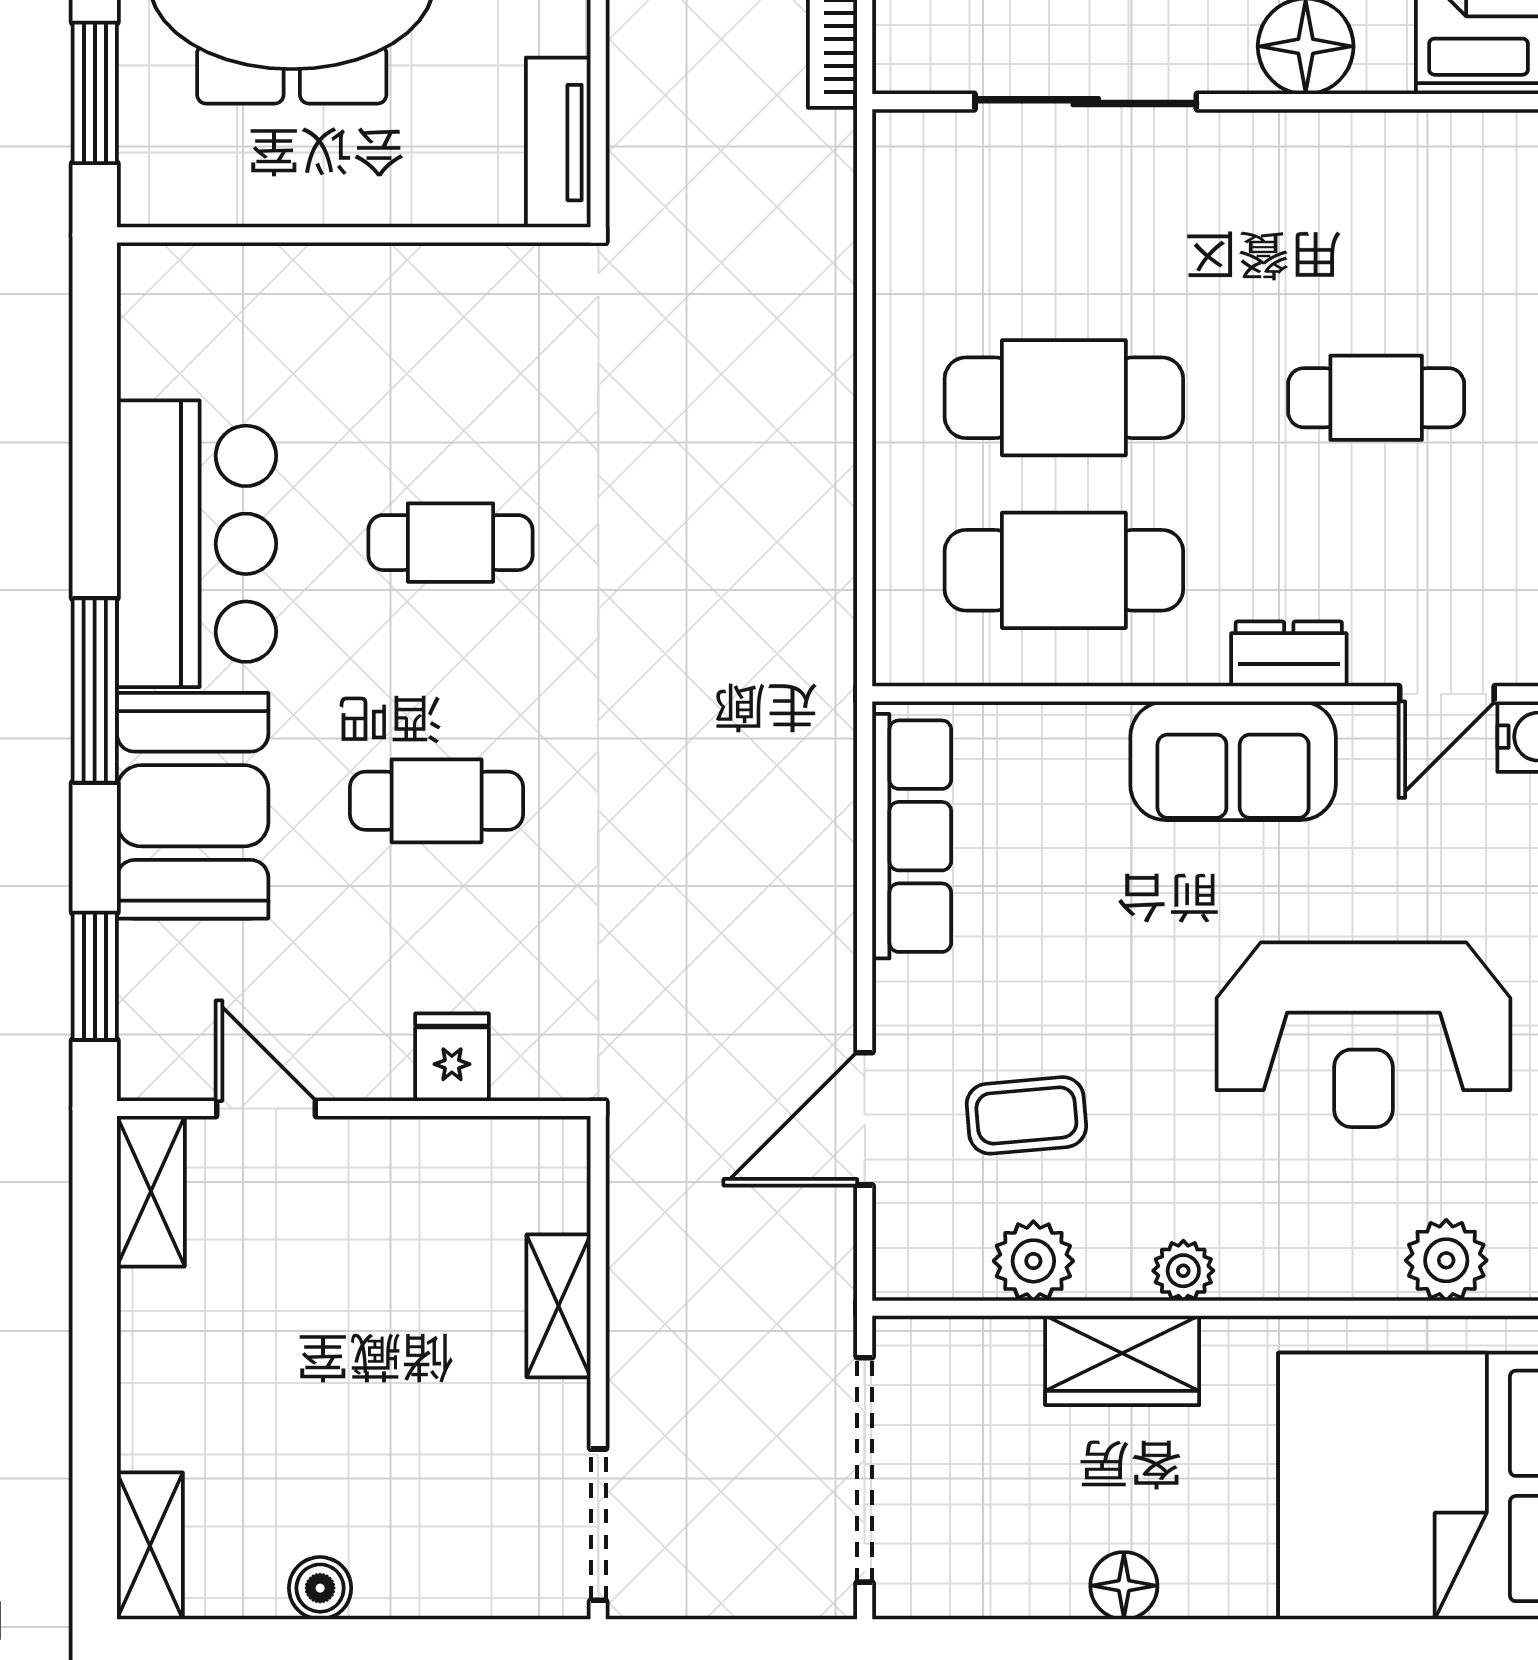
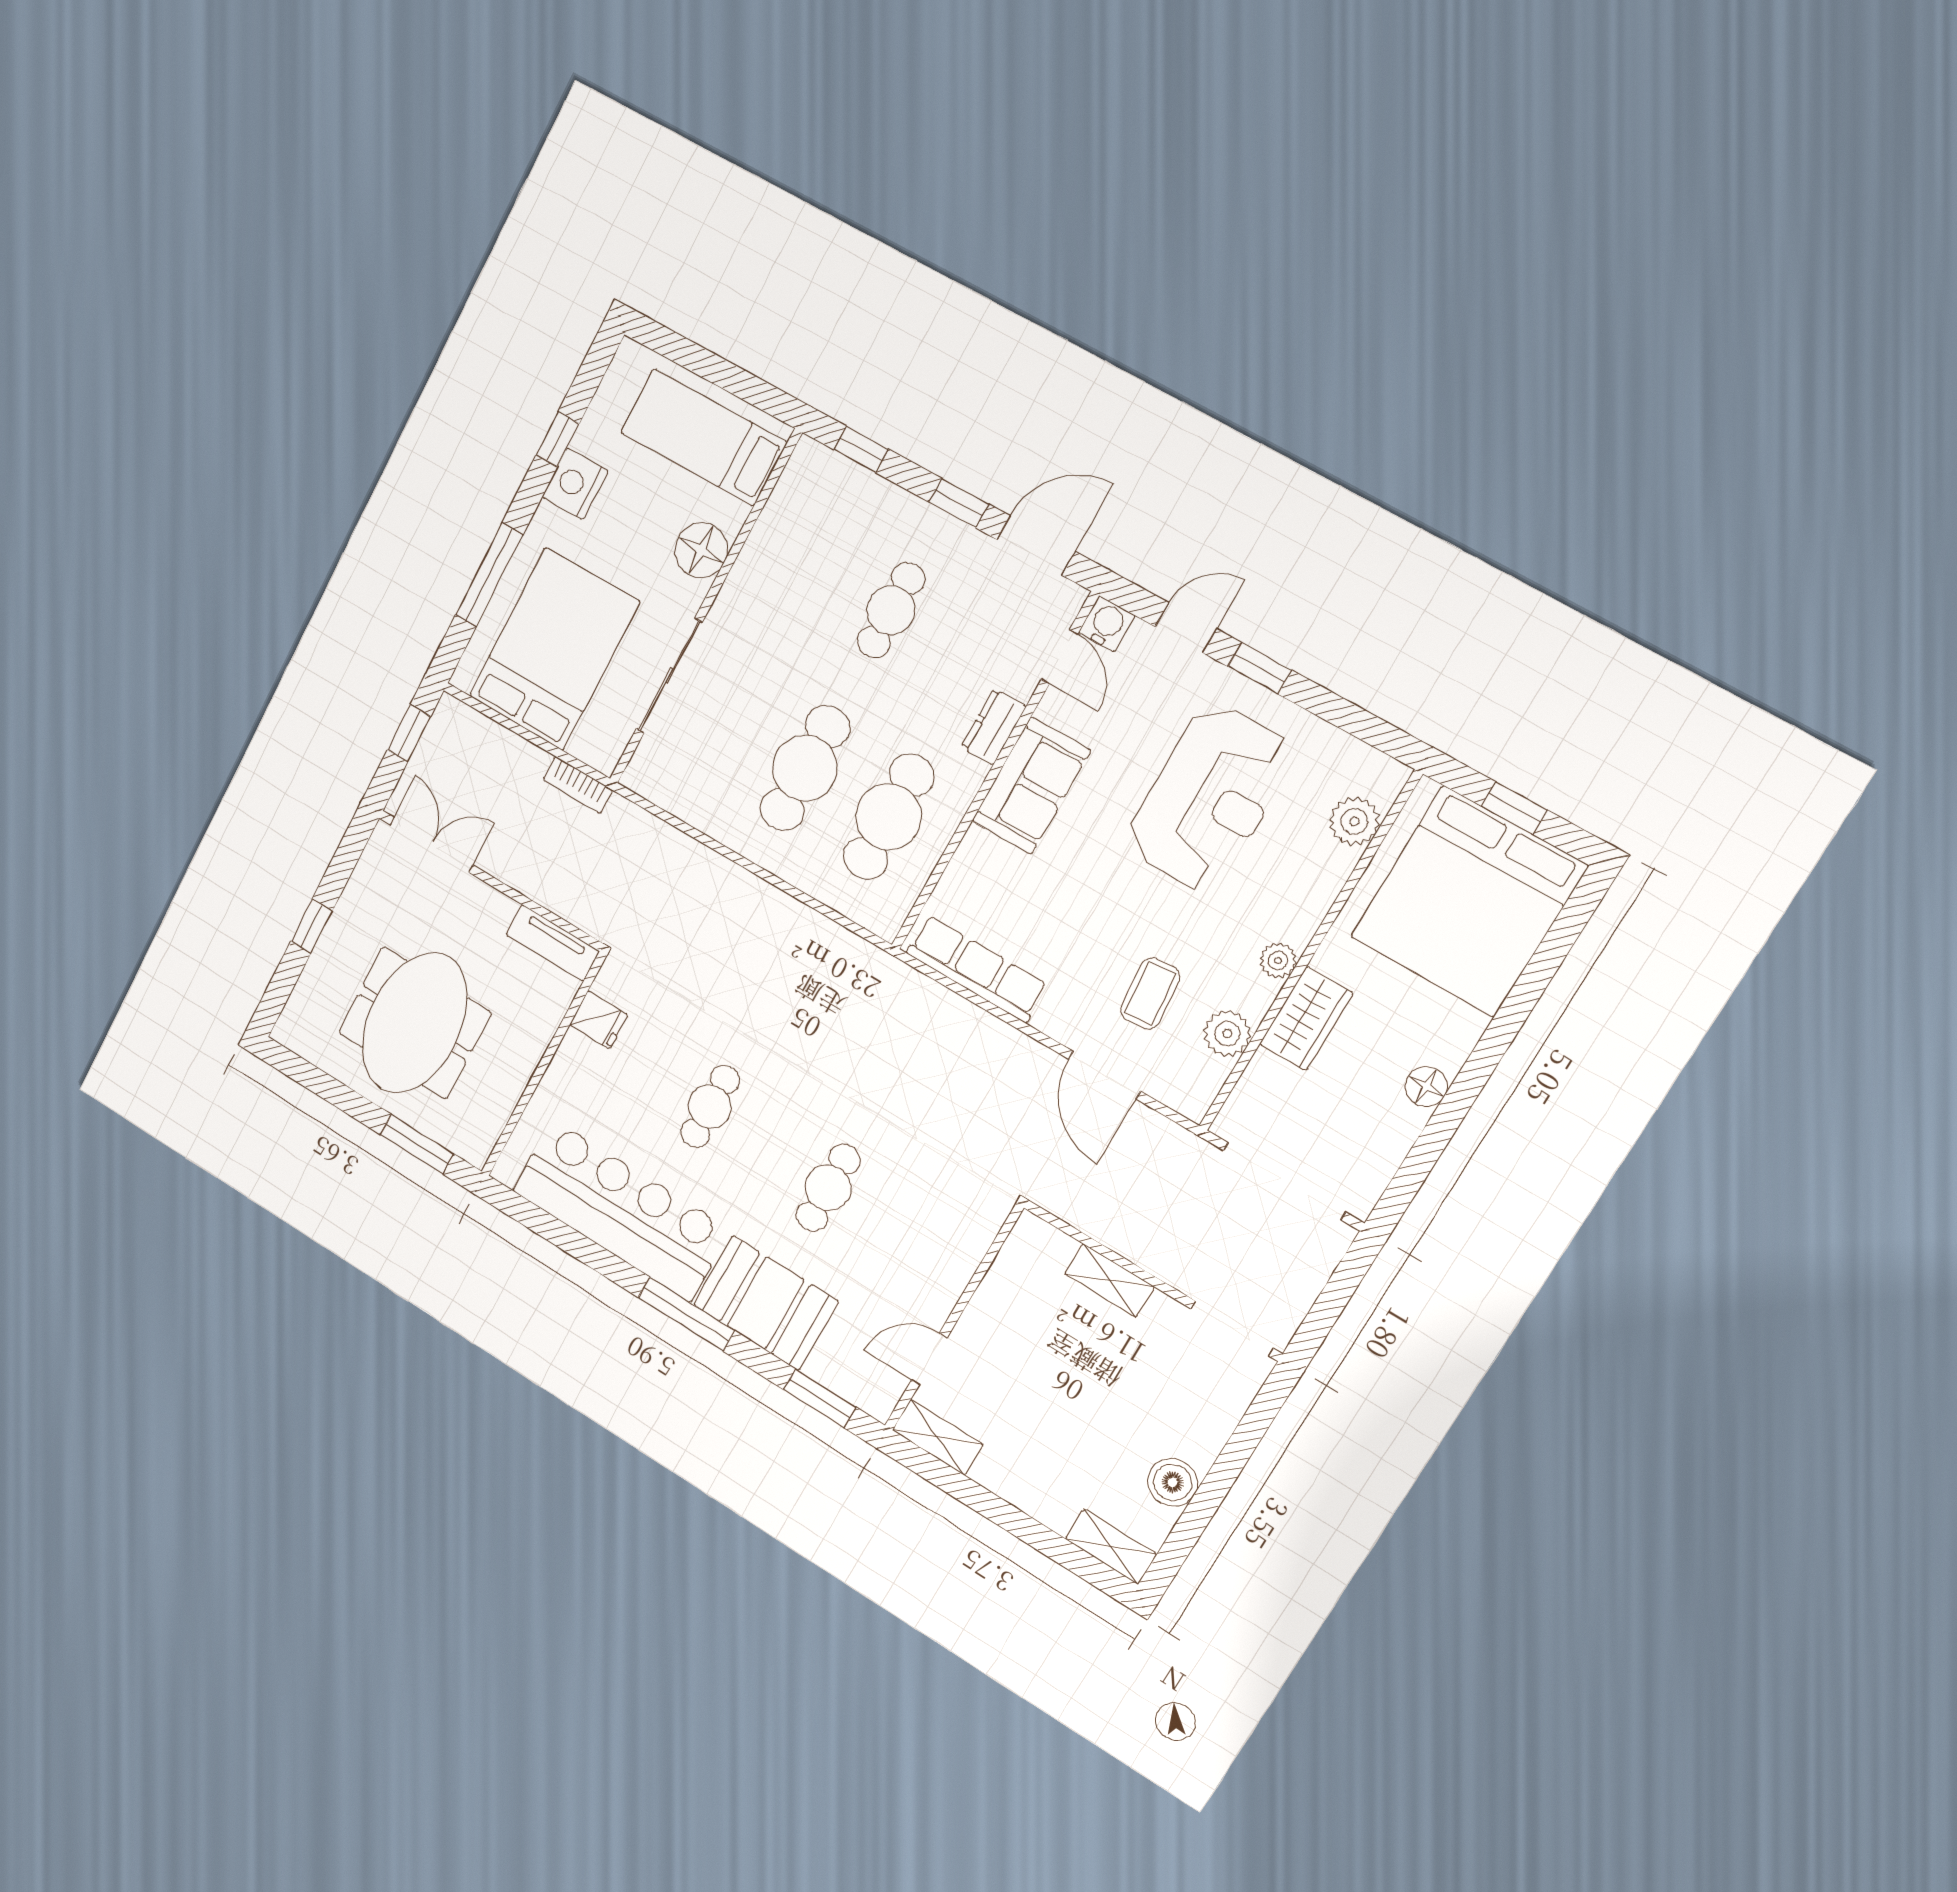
bar counter: (197, 544) -> (621, 1210), width x1.36
fridge: (452, 1057) -> (599, 1020), moved, turned 180
boiler: (320, 1588) -> (1173, 1482), width x1.36, depth x1.36

